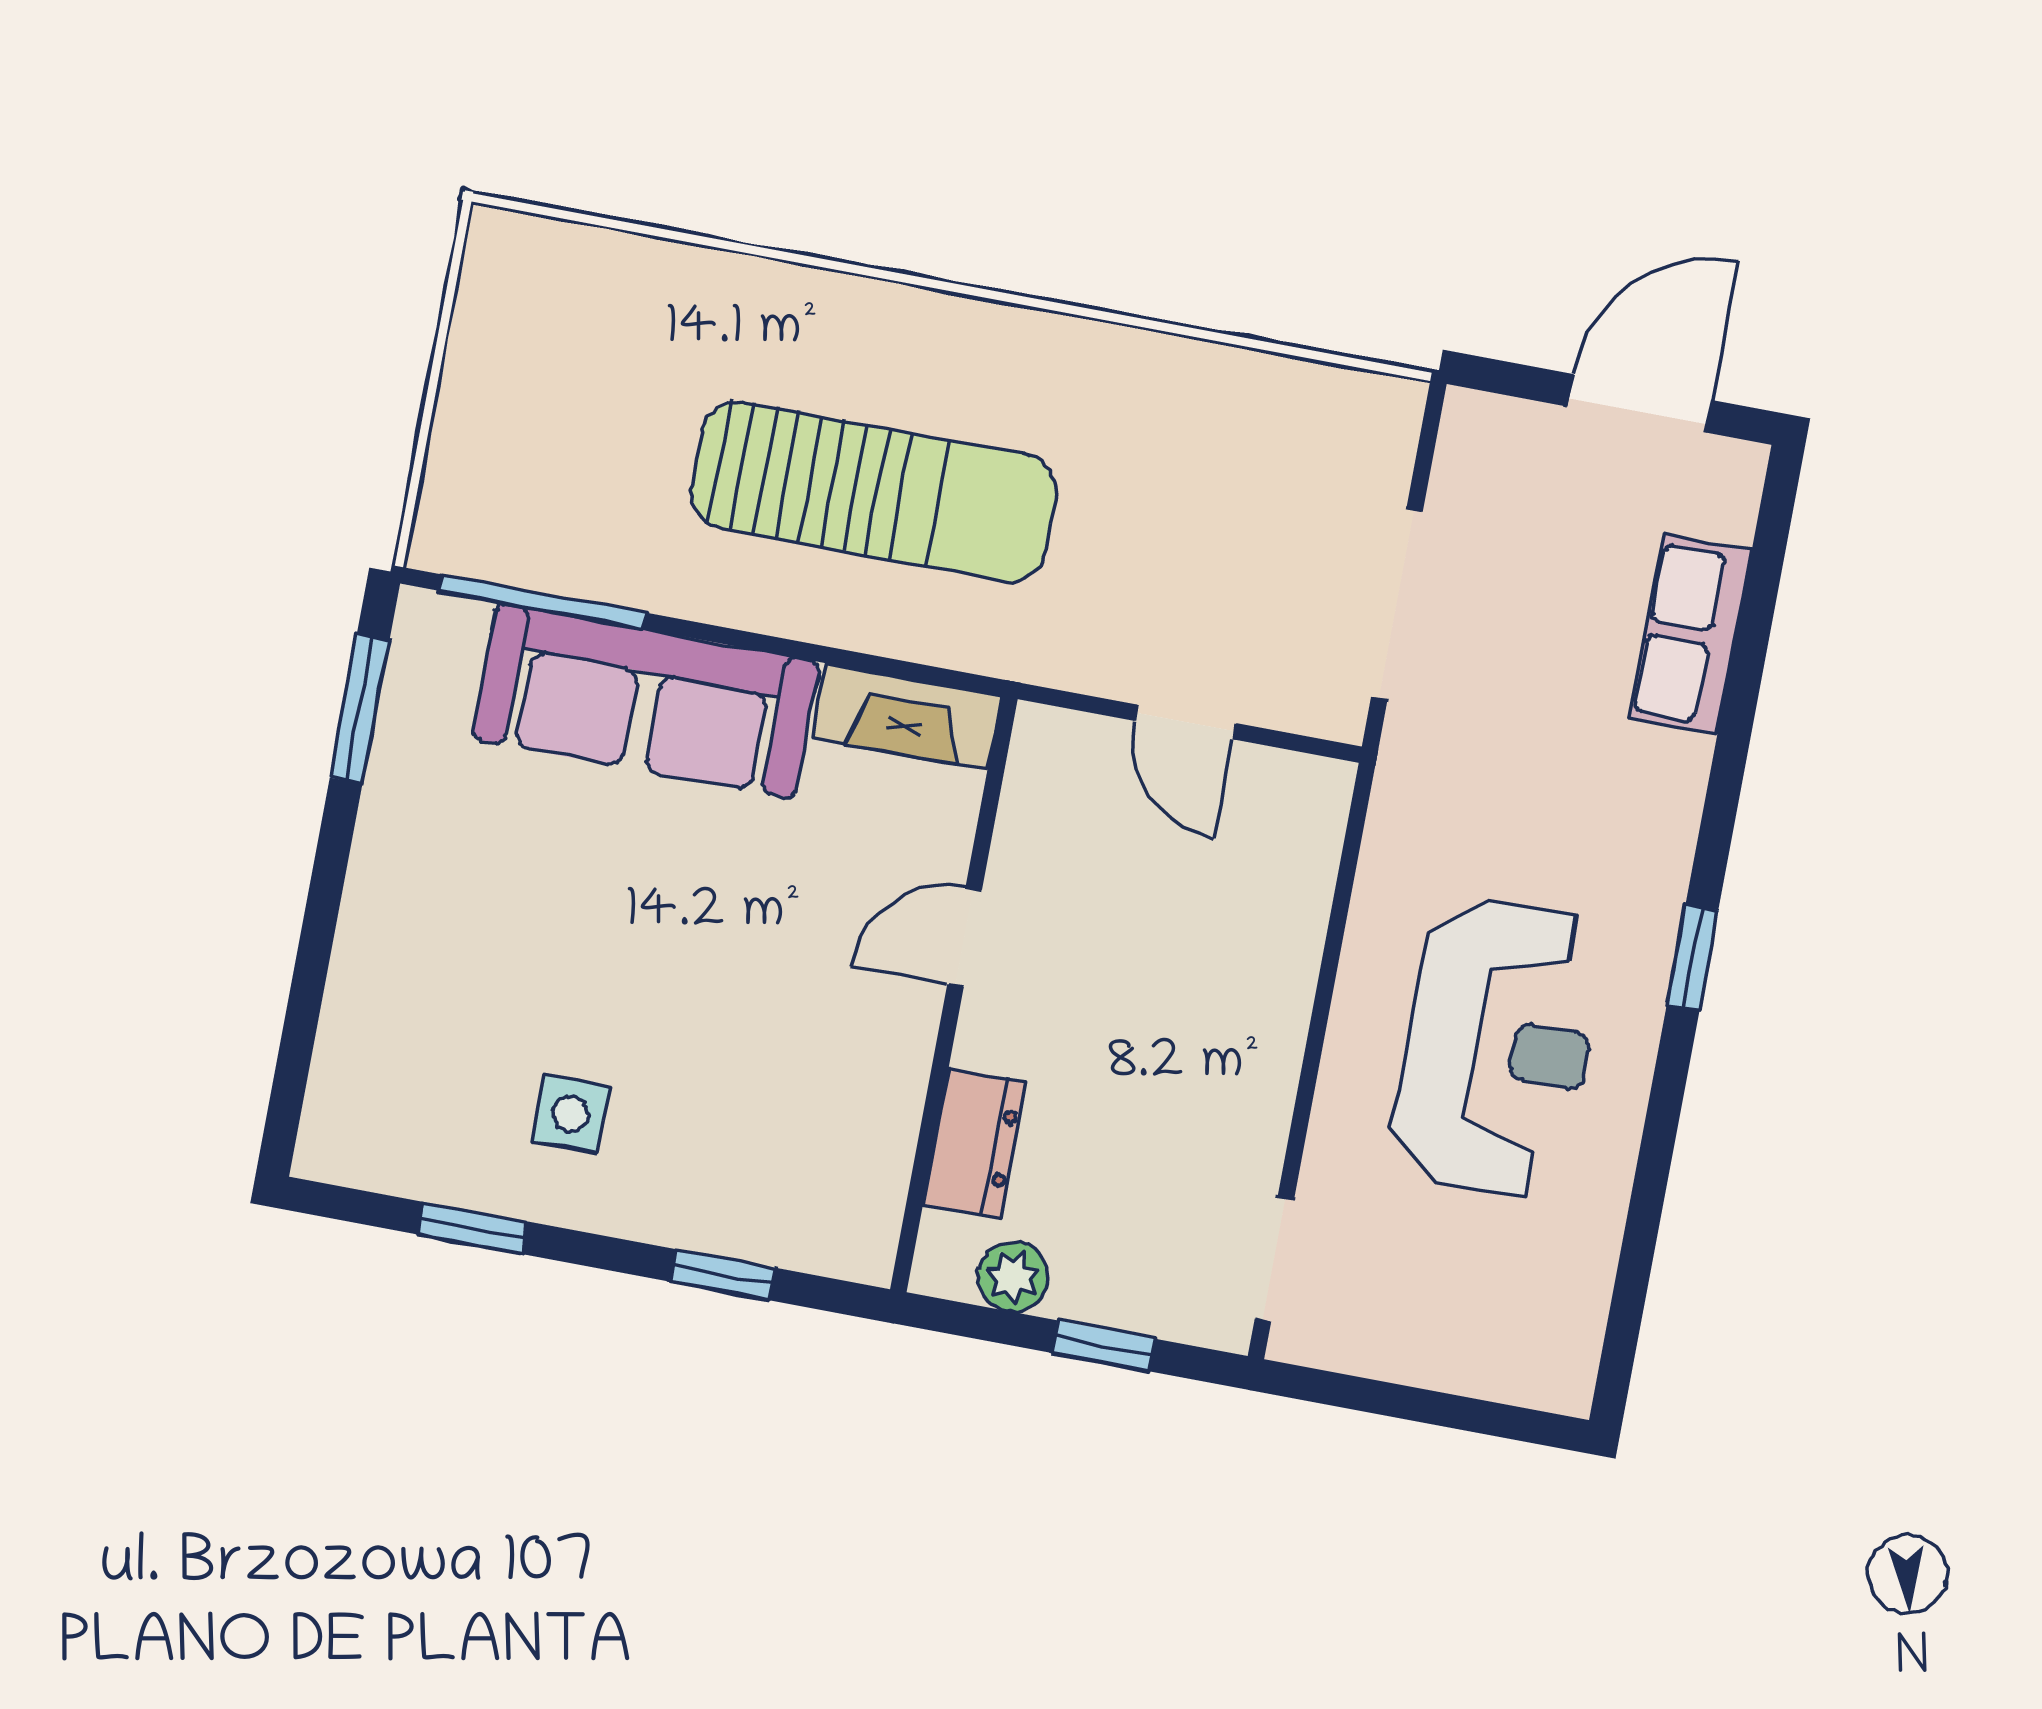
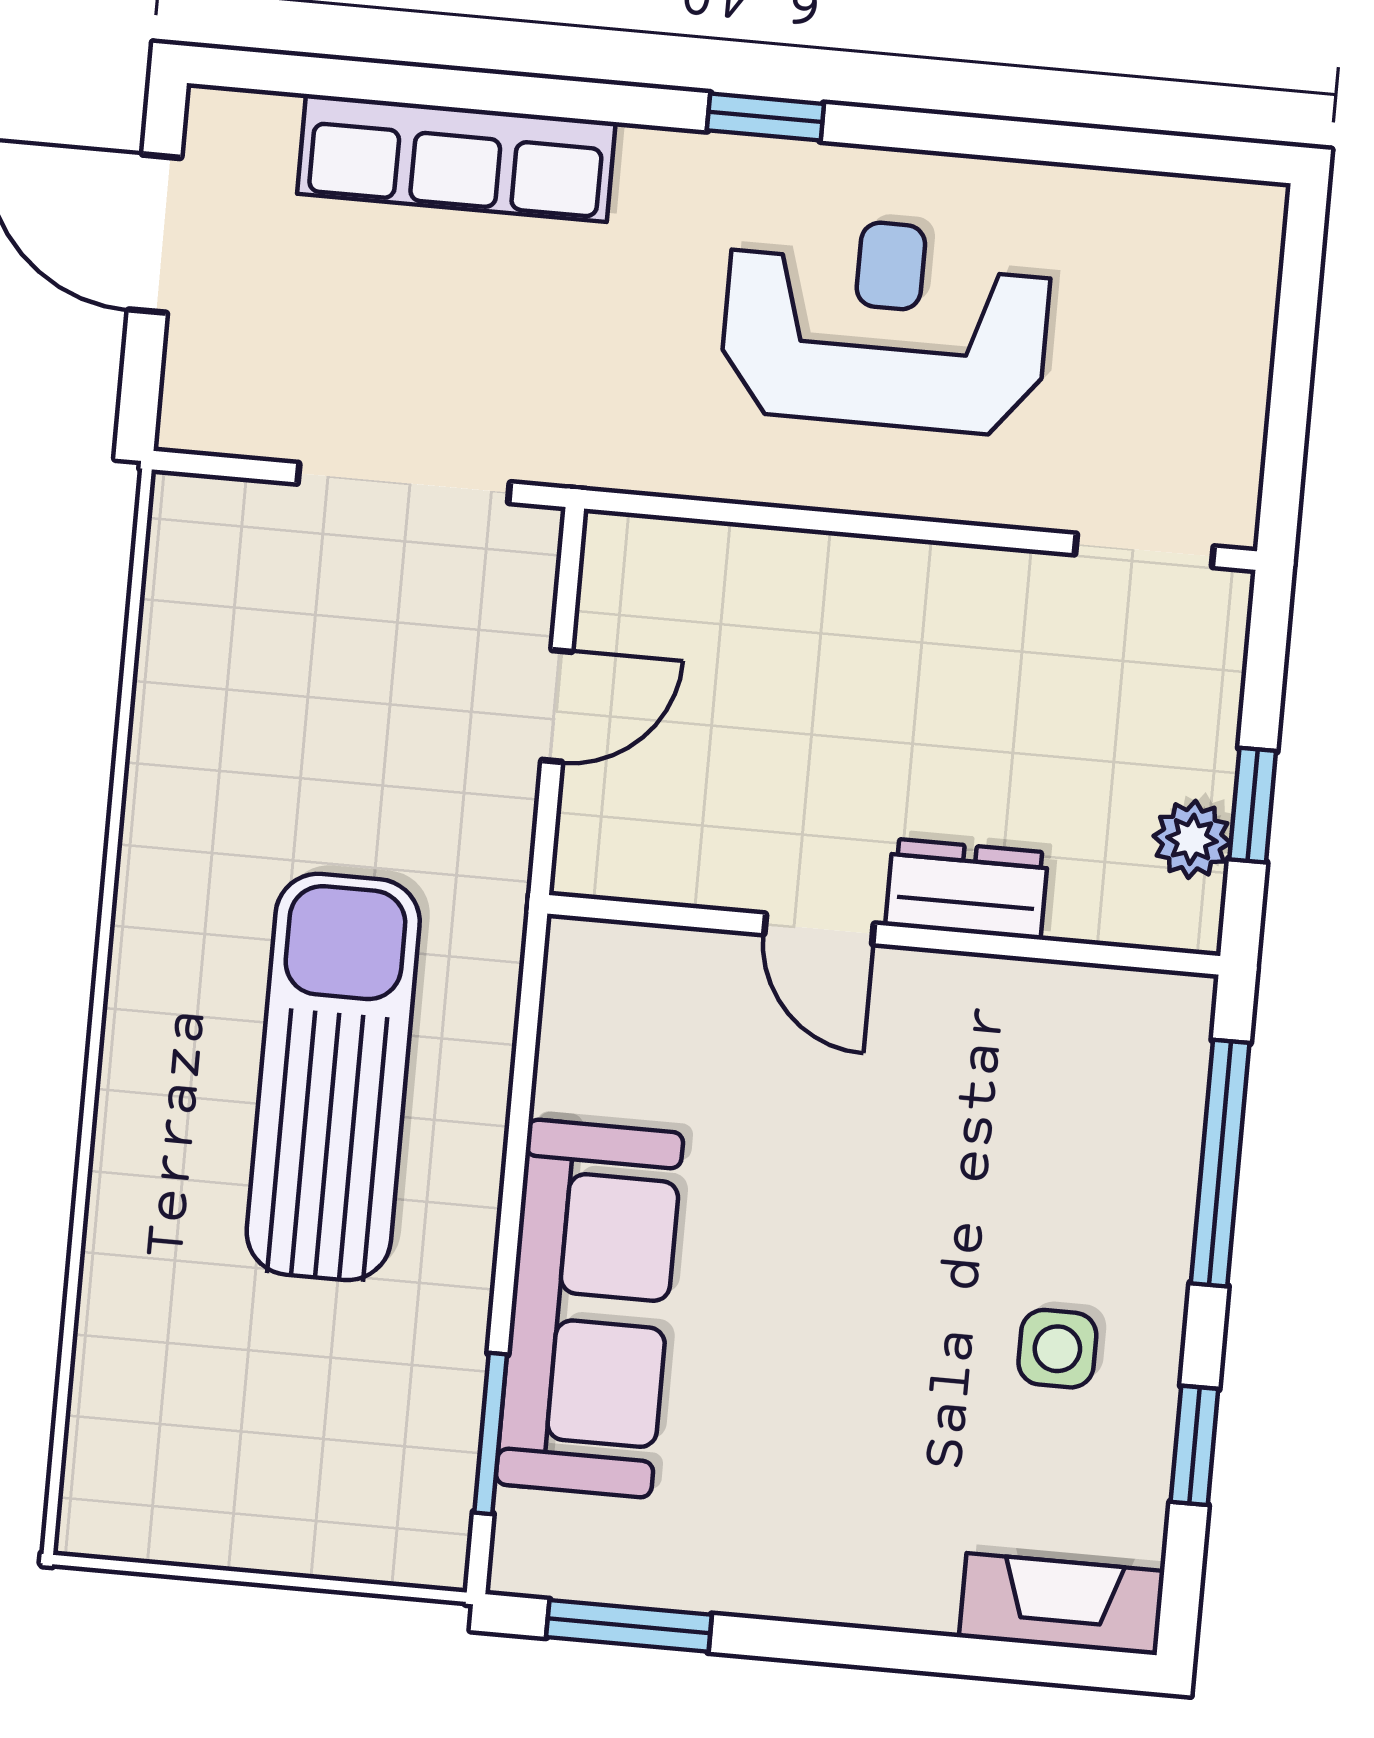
window: (543, 602) -> (491, 1433), width x0.69
row of seats: (1690, 635) -> (456, 158), width x1.48
fireplace: (907, 717) -> (1062, 1604), moved, turned -90
dresser: (974, 1143) -> (967, 889), moved
window: (722, 1275) -> (1220, 1163), width x2.17
window: (1103, 1346) -> (1253, 805), moved

